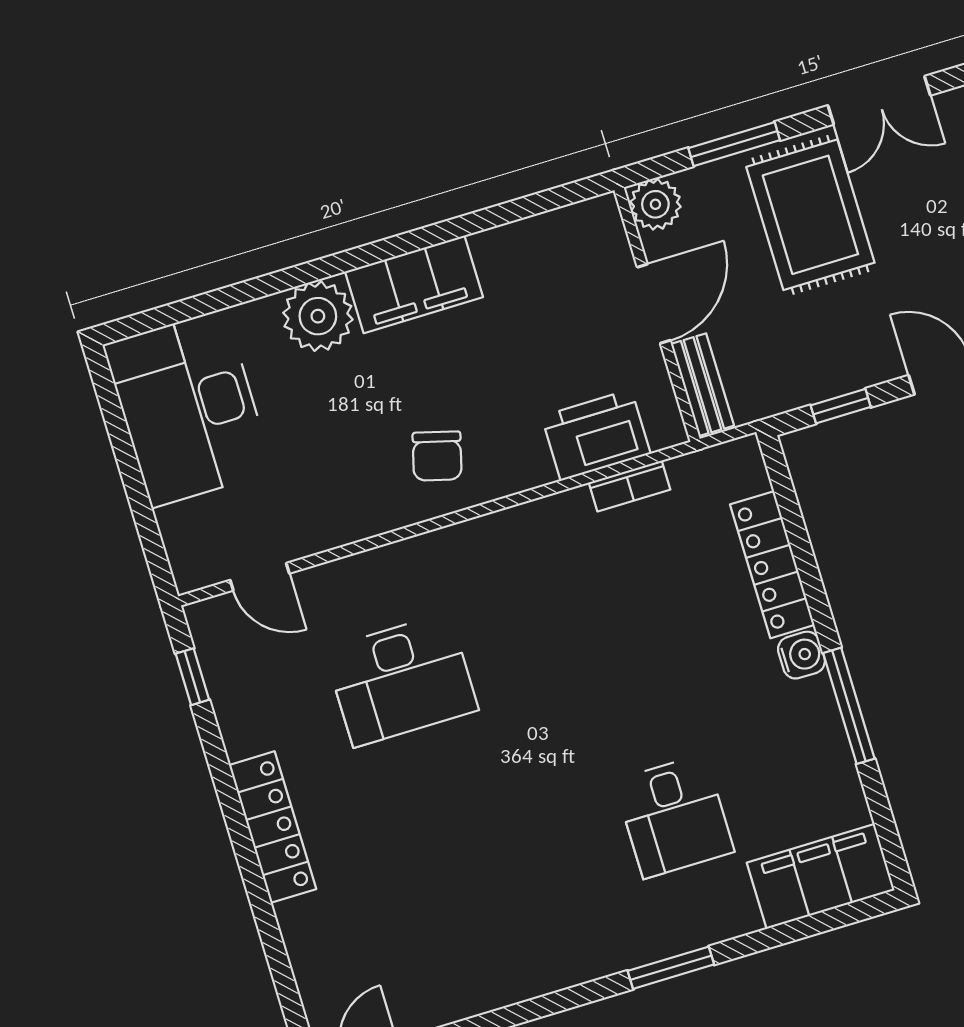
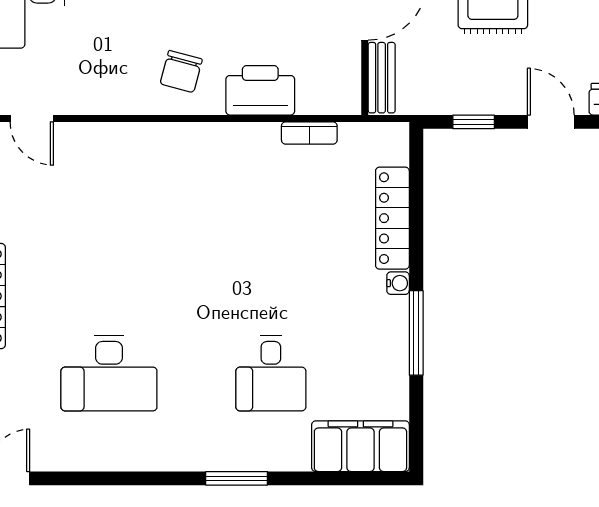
printer: (596, 435) -> (260, 90), moved
water cooler: (801, 655) -> (398, 283), width x0.72, depth x0.72
desk: (401, 680) -> (109, 373), moved

